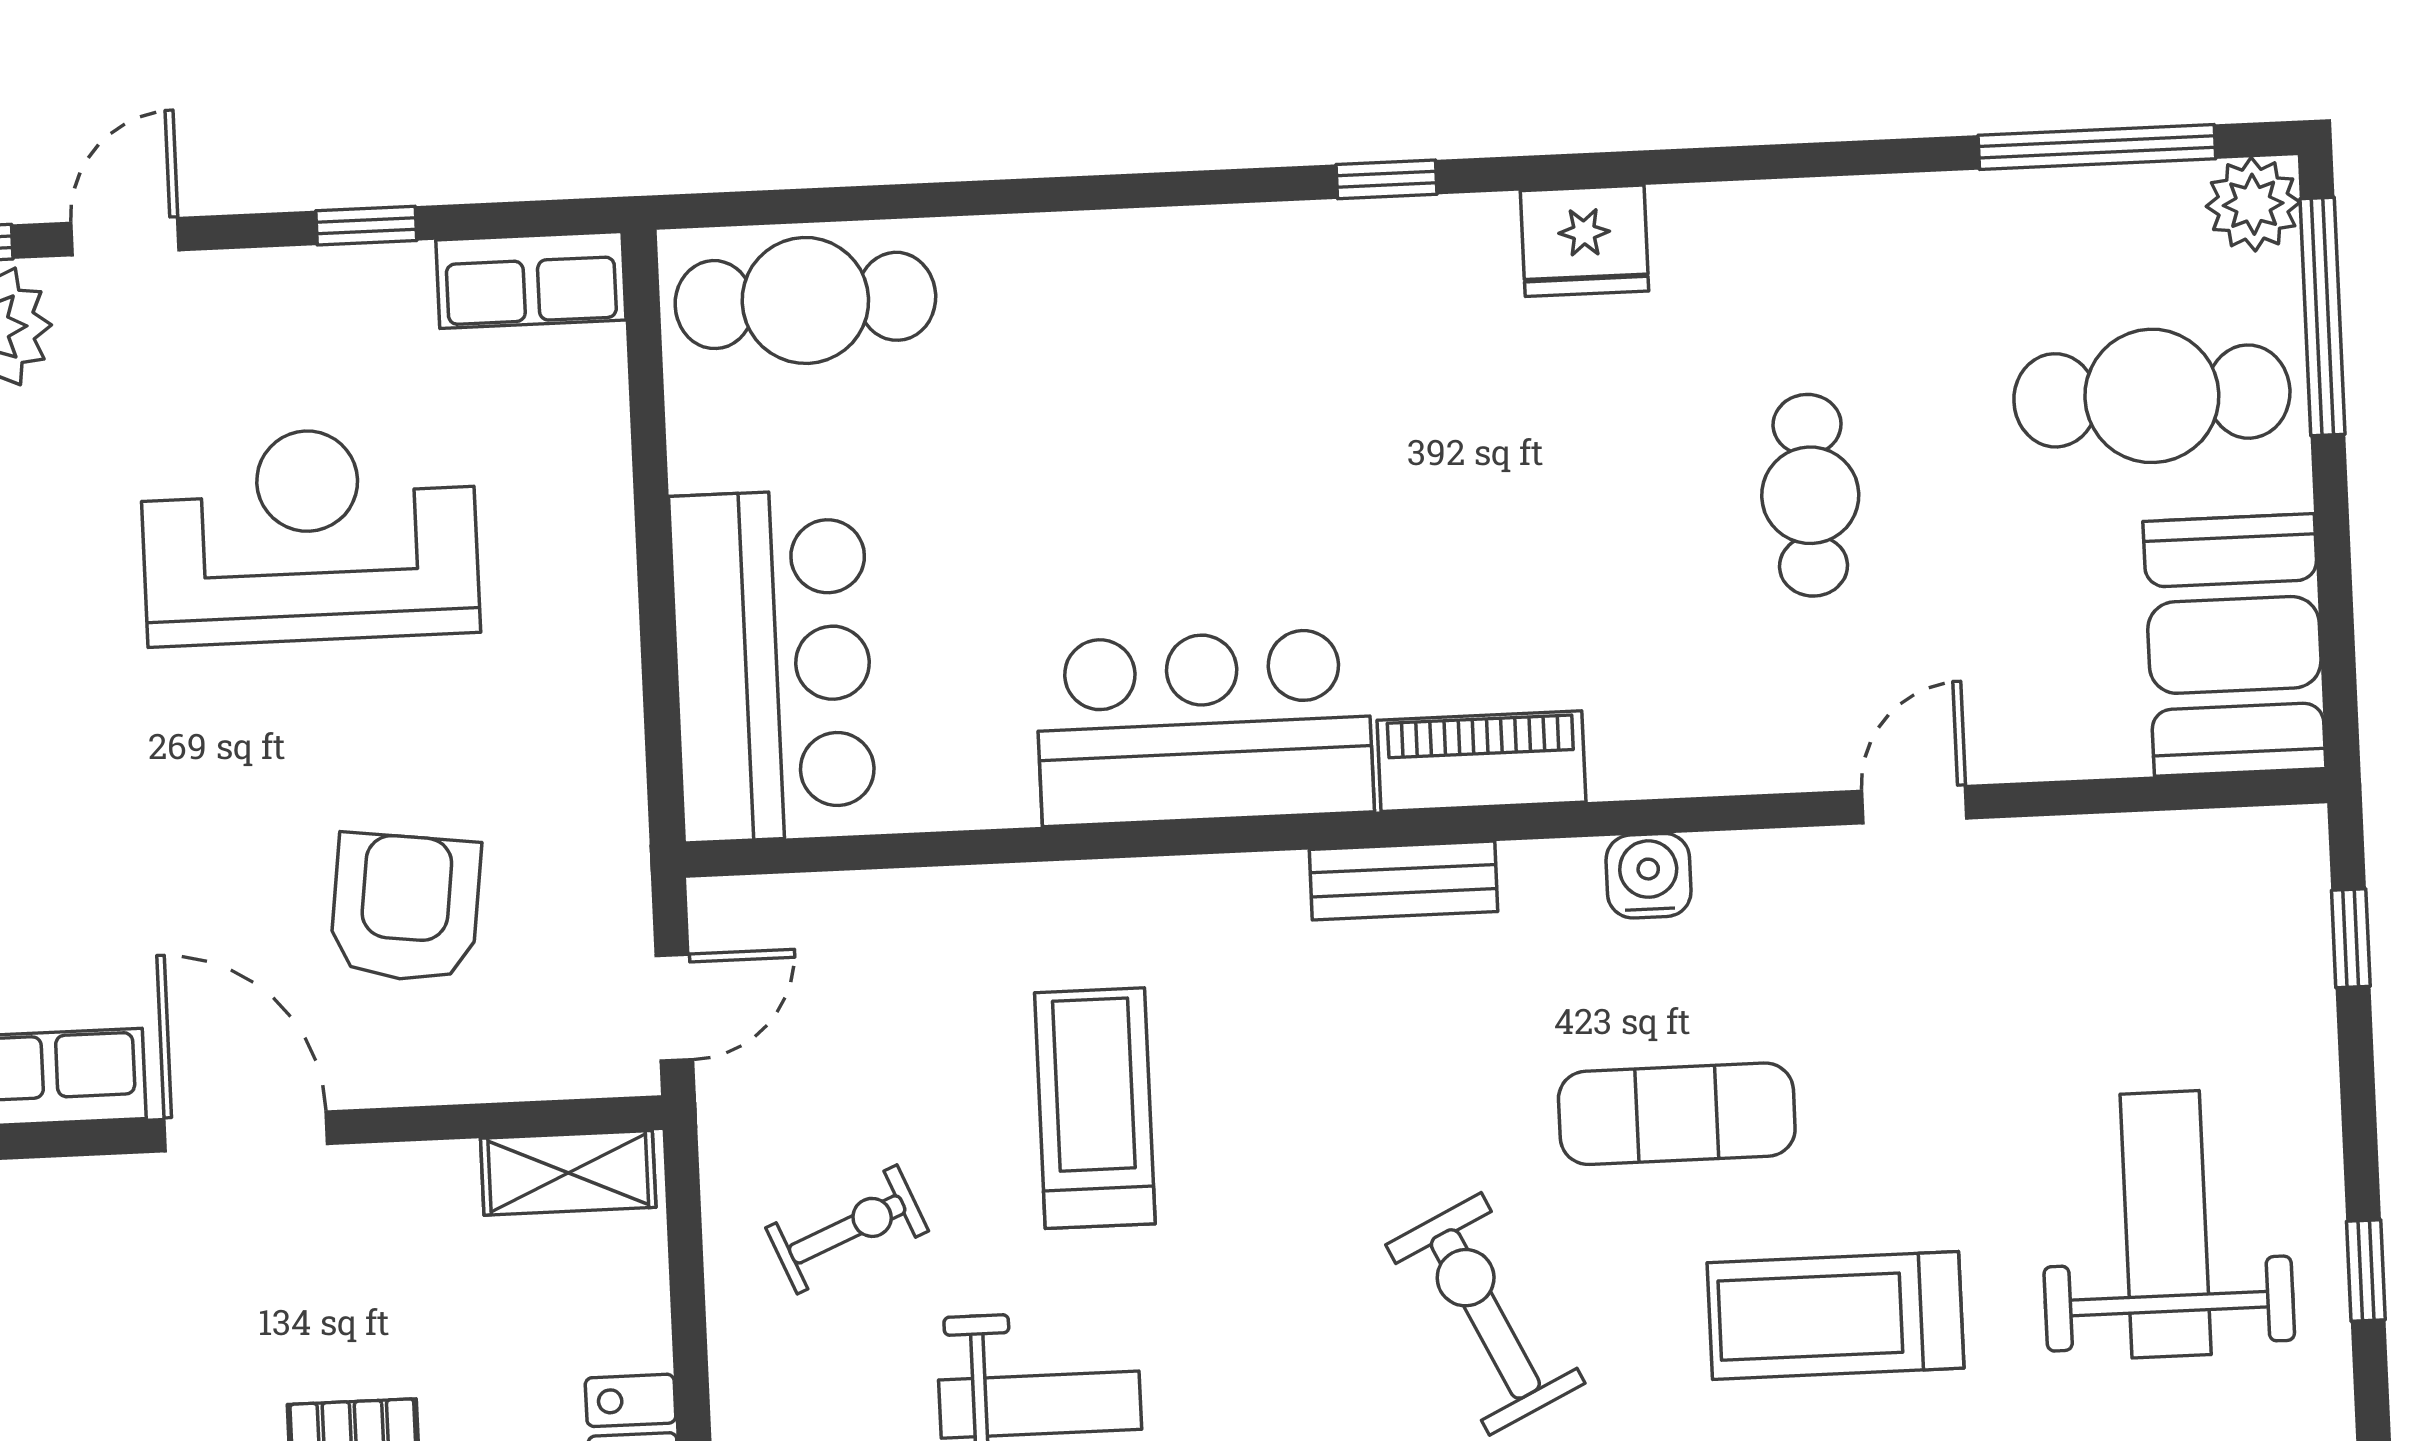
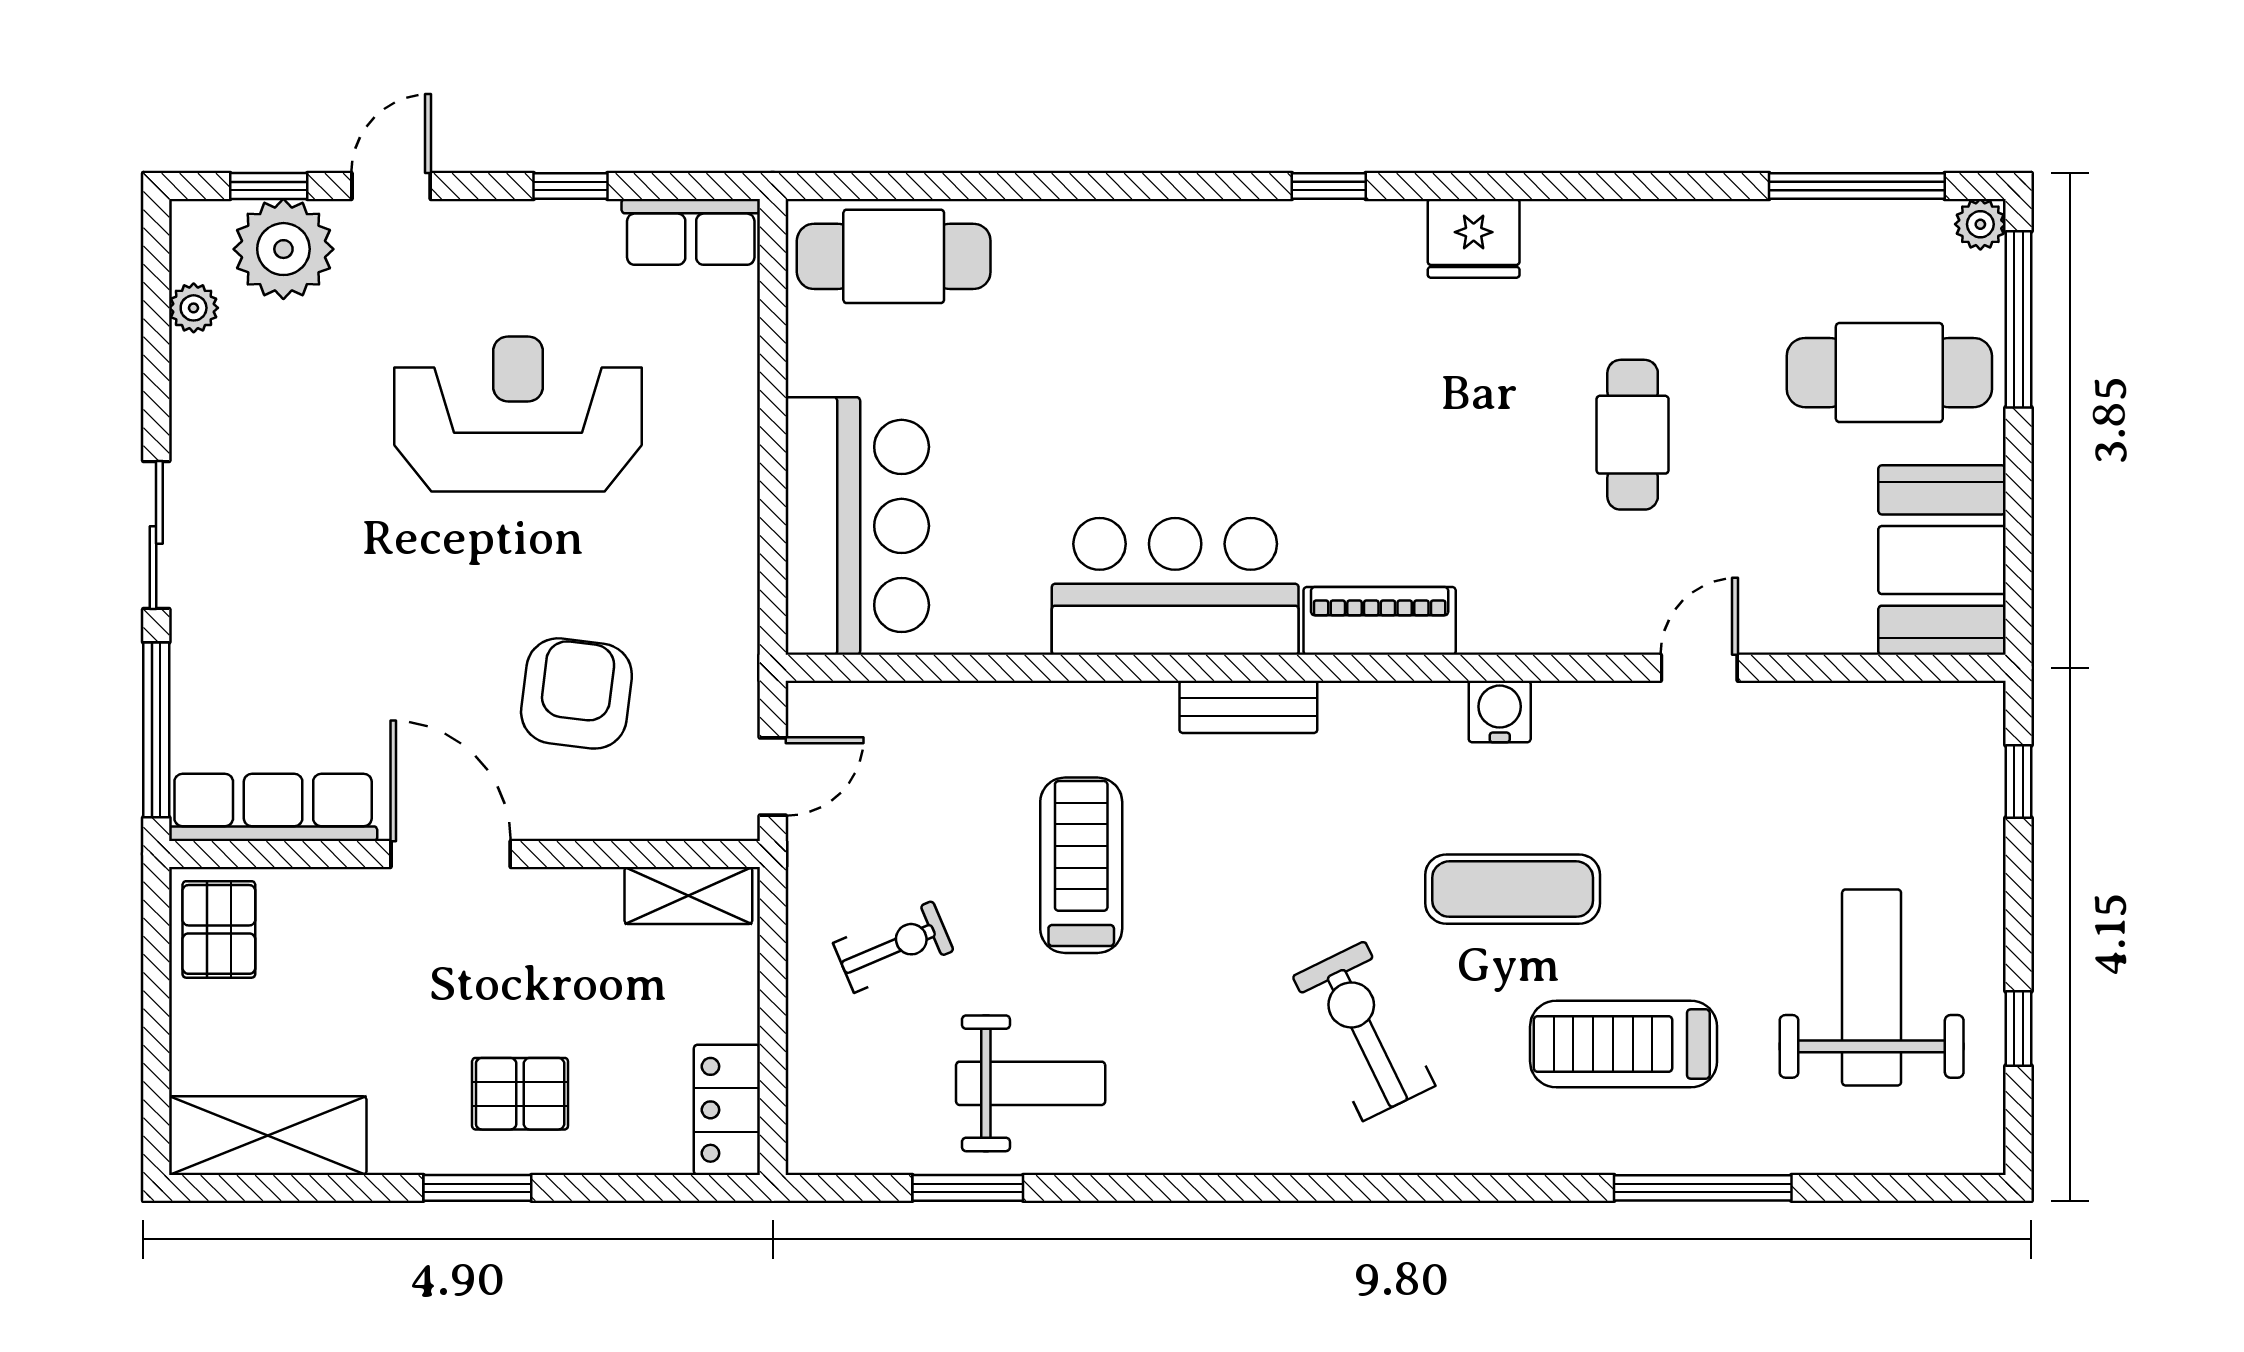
plant: (2253, 204) -> (1980, 224), width x0.73, depth x0.73
bench: (1403, 881) -> (1248, 707), moved

